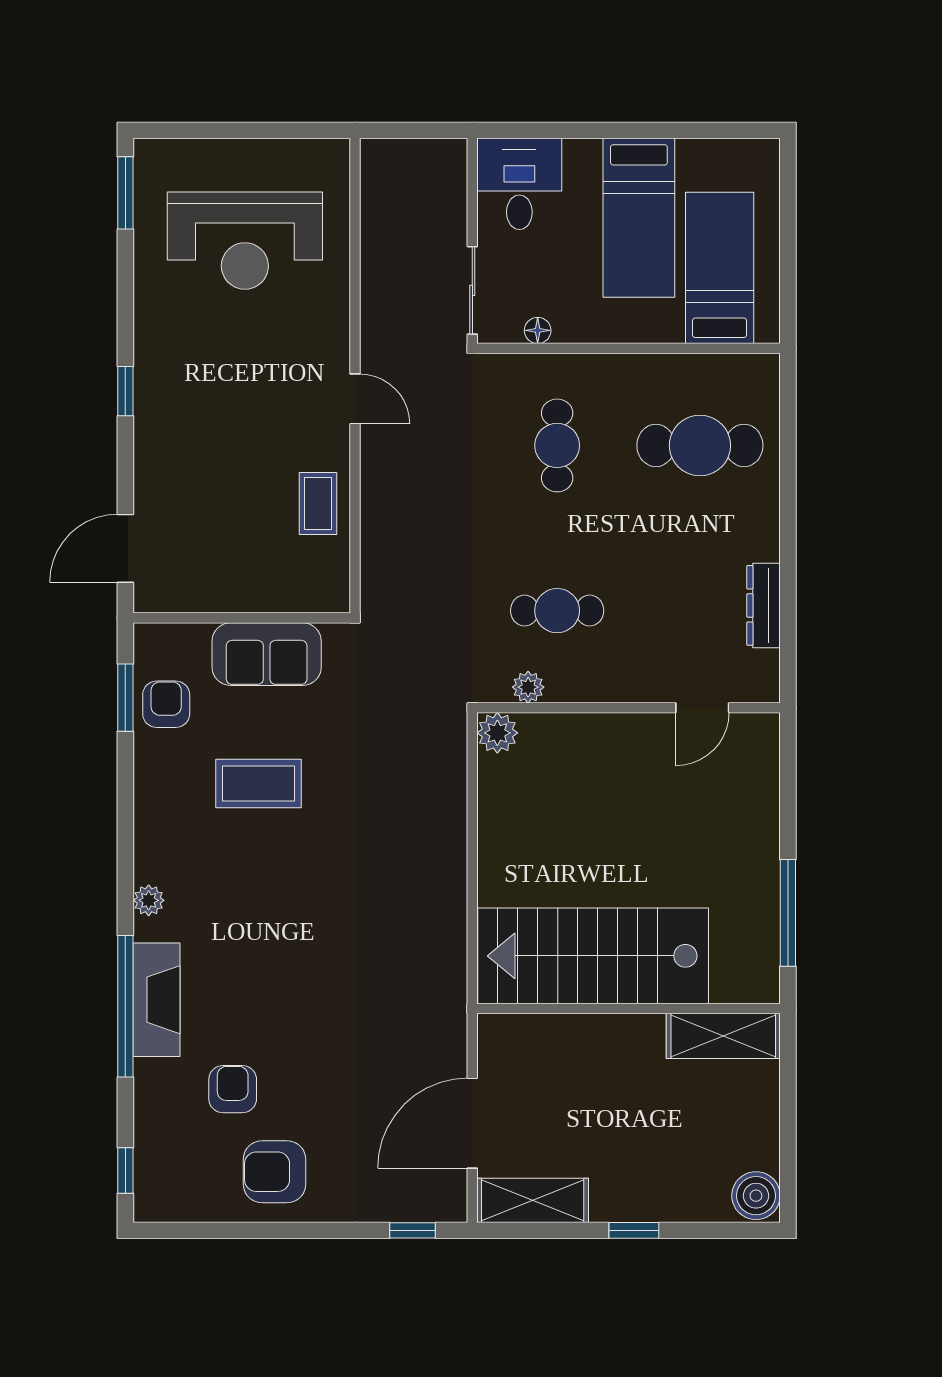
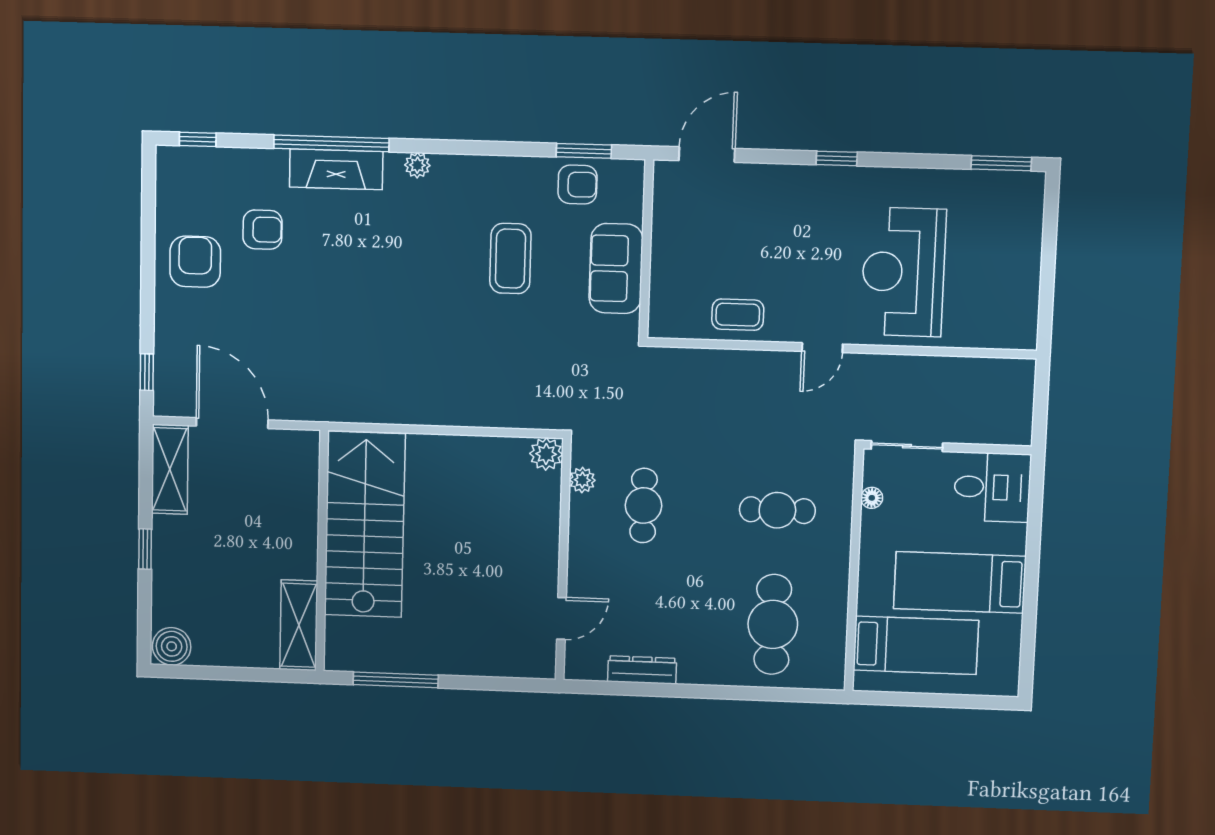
reception desk: (245, 241) -> (903, 272), moved
door: (125, 548) -> (707, 155), hinge flipped
door: (702, 708) -> (561, 618), swing flipped

